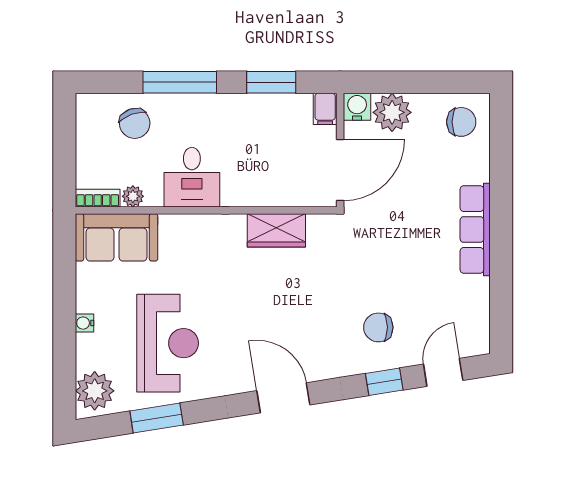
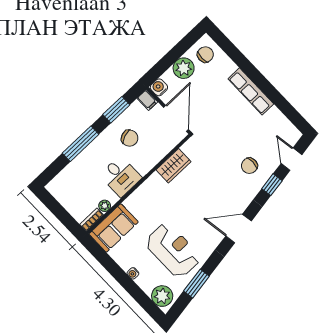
plant: (392, 112) -> (184, 68), moved
chair: (135, 123) -> (130, 138), moved

